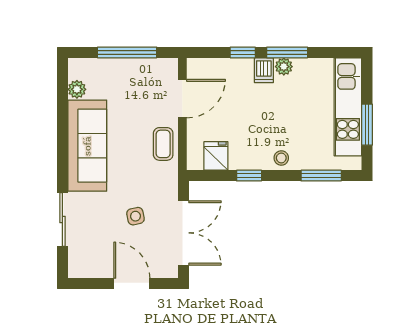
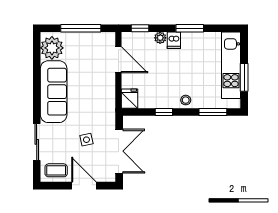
window: (243, 52) -> (140, 28), moved
plant: (284, 67) -> (160, 38), moved
plant: (77, 89) -> (52, 48), width x1.88, depth x1.88
door: (182, 99) -> (118, 60), hinge flipped
coffee table: (163, 144) -> (56, 170), moved, turned 90
fridge: (216, 156) -> (129, 99), moved

